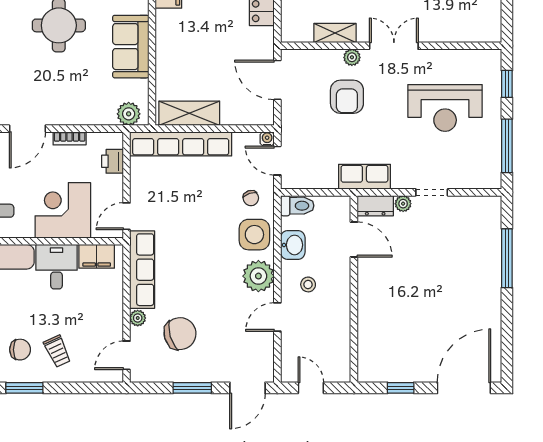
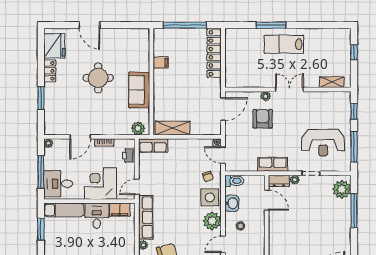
shelving: (335, 33) -> (332, 82), moved
door: (277, 80) -> (223, 109), swing flipped
armchair: (347, 97) -> (263, 119), turned 180
reception desk: (445, 108) -> (323, 143), moved
row of seats: (181, 144) -> (153, 146), width x0.50
plant: (486, 220) -> (342, 189), added

